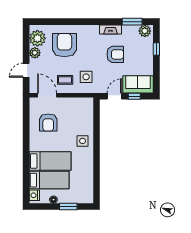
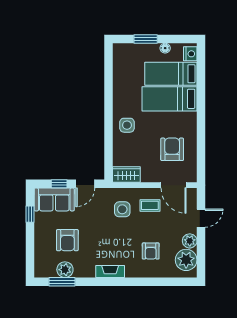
fireplace: (111, 29) -> (110, 272), moved
plant: (145, 31) -> (65, 270), moved
armchair: (64, 45) -> (151, 251), width x0.53, depth x0.53
window: (156, 49) -> (30, 214), moved
armchair: (115, 54) -> (67, 240), moved, turned -90
wardrobe: (83, 103) -> (126, 175), added

